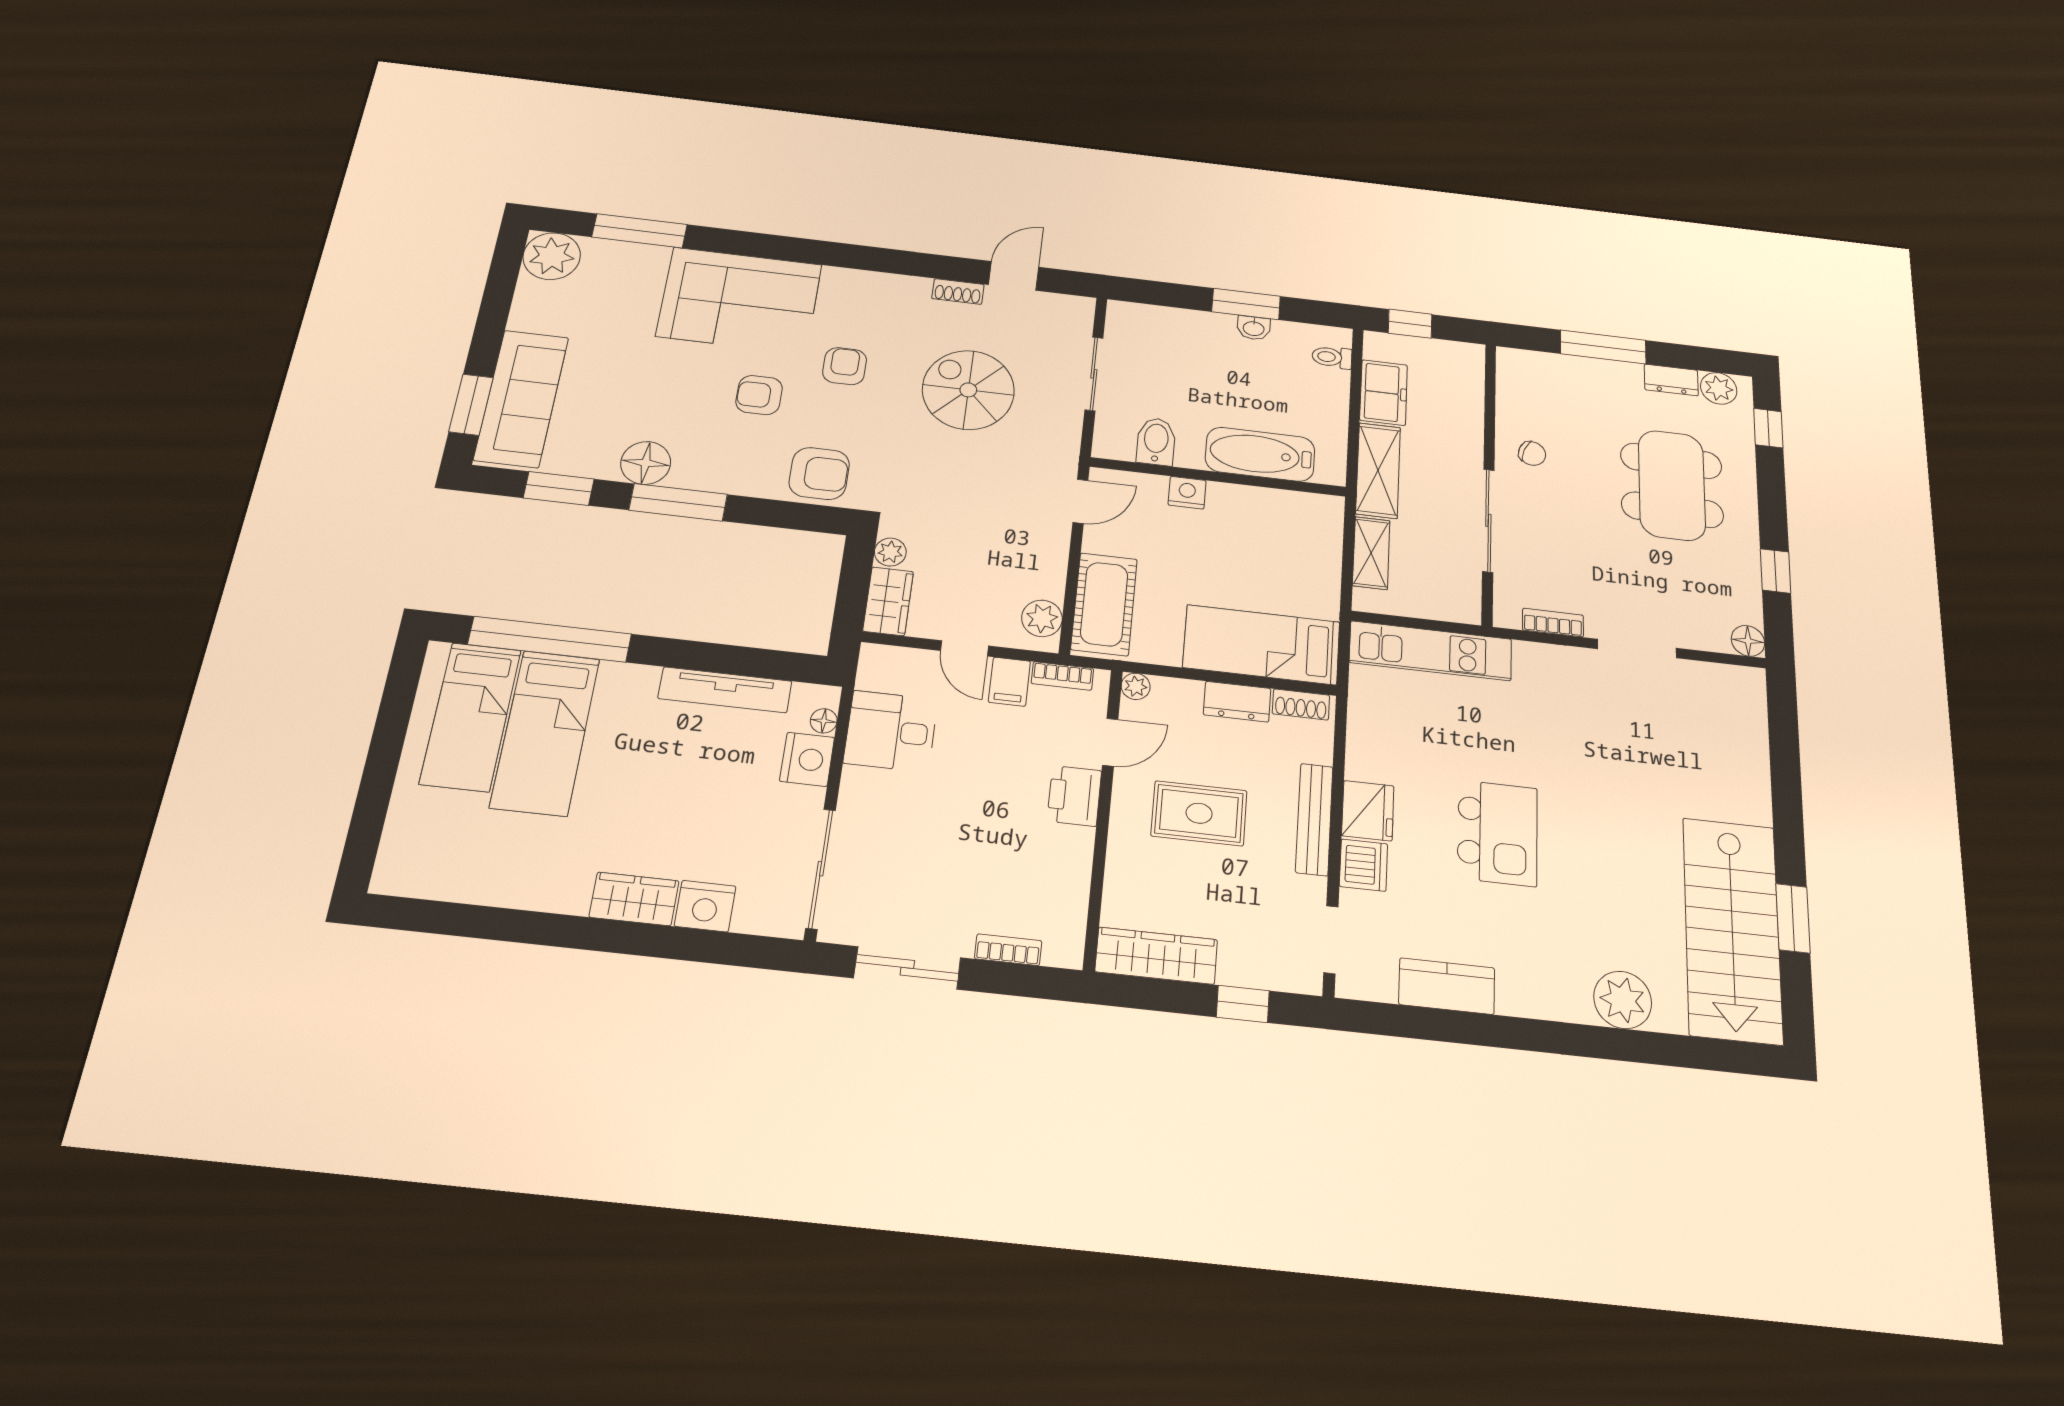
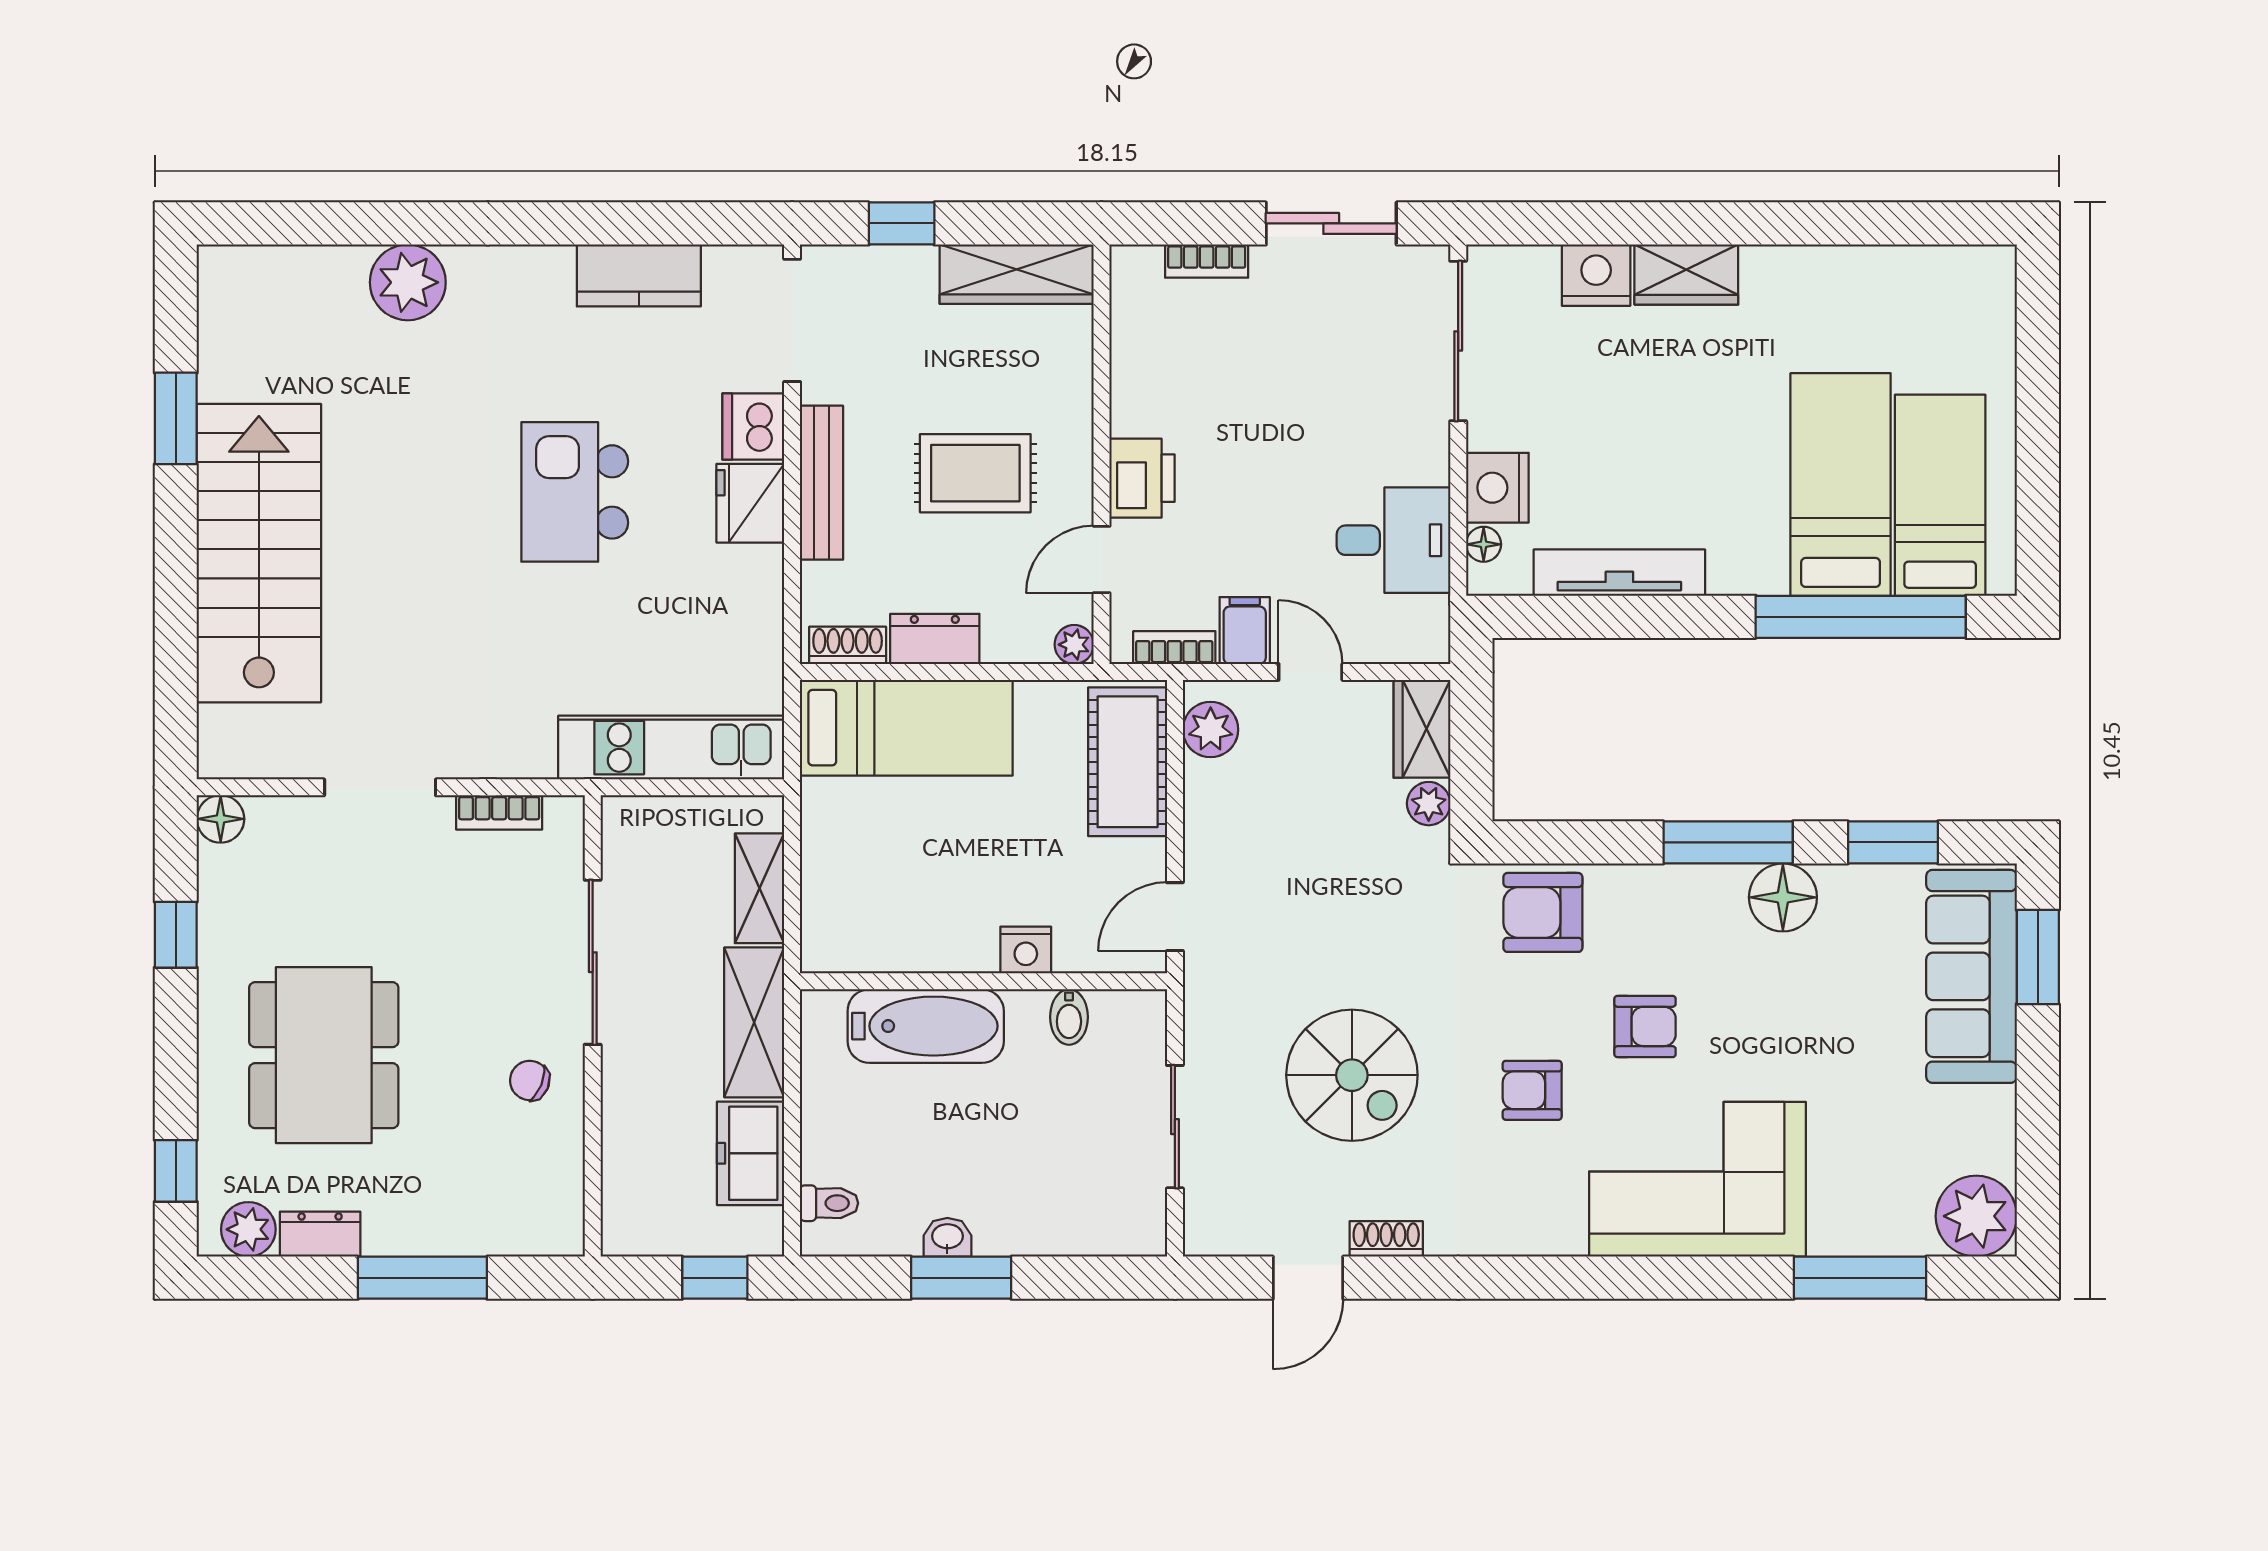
armchair: (845, 366) -> (1532, 1090), turned 90
bidet: (1156, 441) -> (1069, 1017), width x0.72, depth x0.74
stairs: (1732, 930) -> (259, 553), moved
doorway: (1331, 940) -> (792, 320), width x1.38

